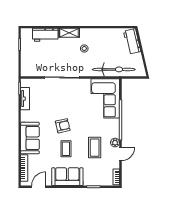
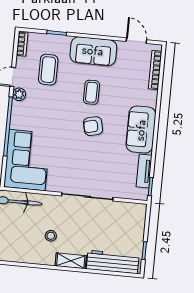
workbench: (45, 35) -> (113, 262), width x1.37
sofa: (30, 138) -> (141, 130), moved
coffee table: (95, 148) -> (48, 70), moved
door: (39, 187) -> (136, 41), swing flipped

